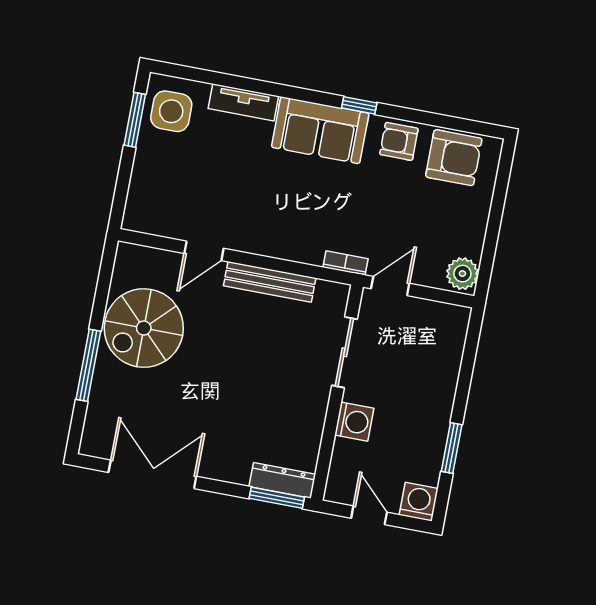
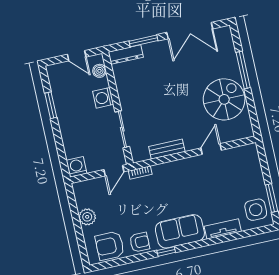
plant: (462, 274) -> (87, 217), moved
bench: (270, 282) -> (167, 149), width x0.73
boiler: (341, 472) -> (99, 71), added
window: (277, 498) -> (143, 41), moved
washing machine: (419, 502) -> (76, 167), moved, turned 180

